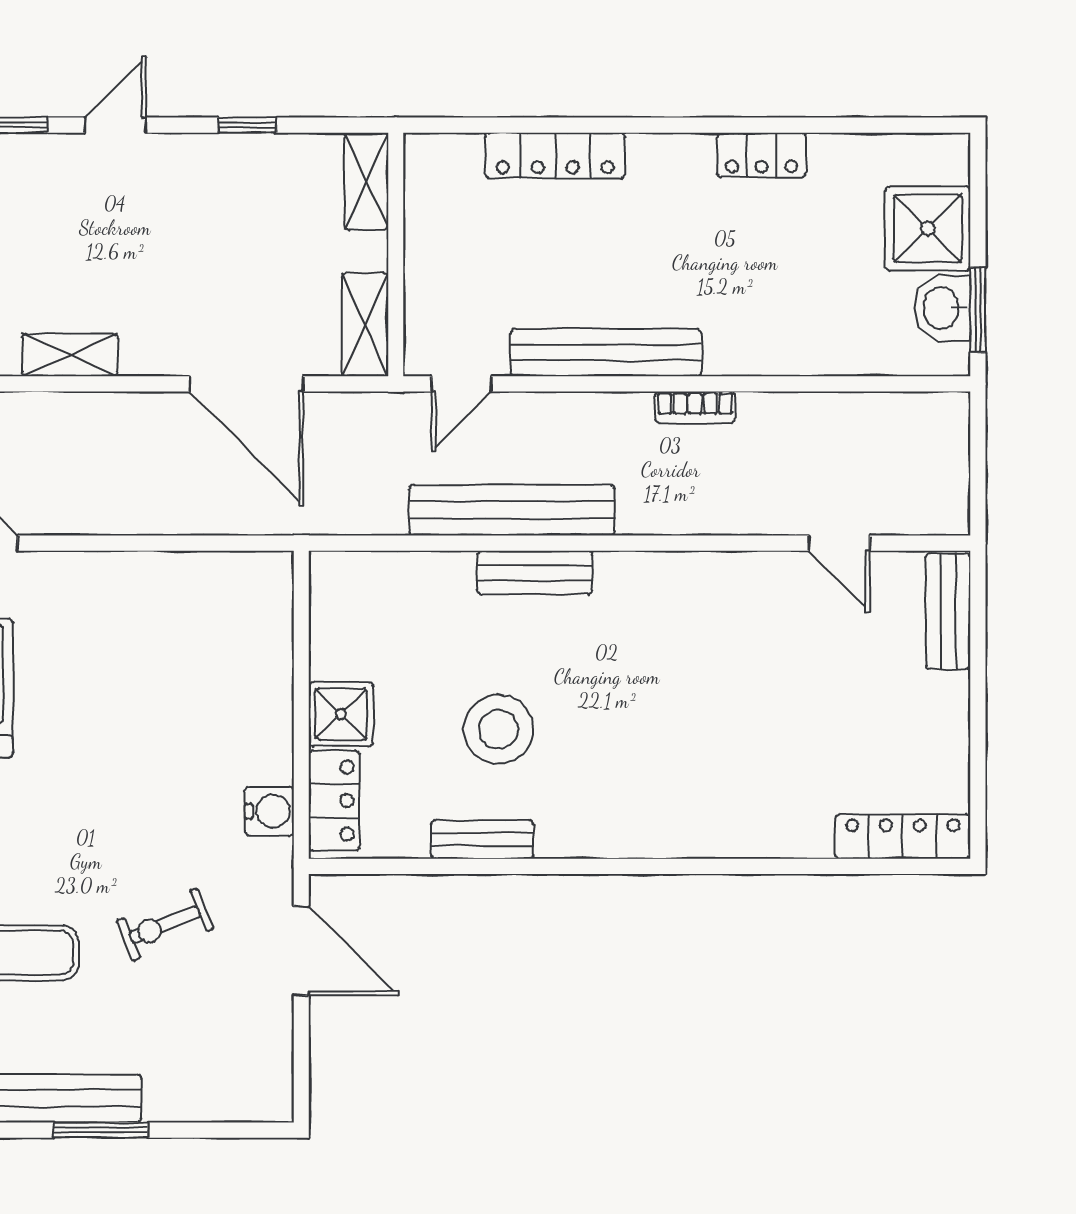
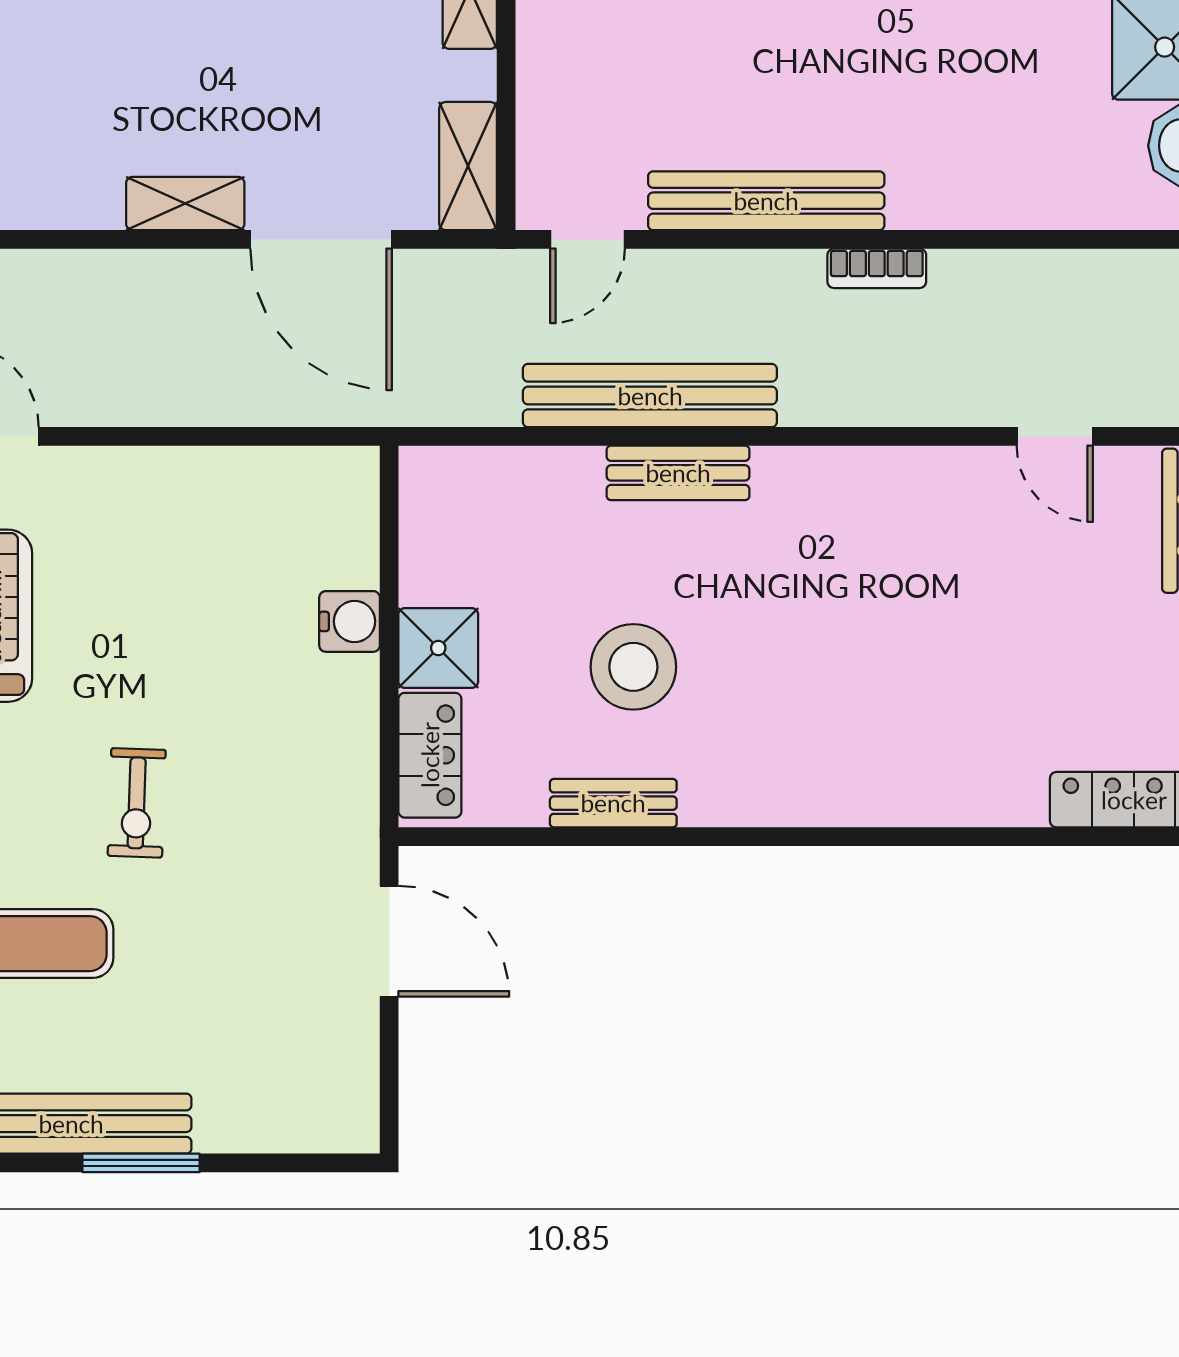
shelving: (70, 355) -> (185, 203), moved
water cooler: (269, 811) -> (350, 621), moved
exercise bike: (165, 925) -> (137, 803), moved, turned -66

